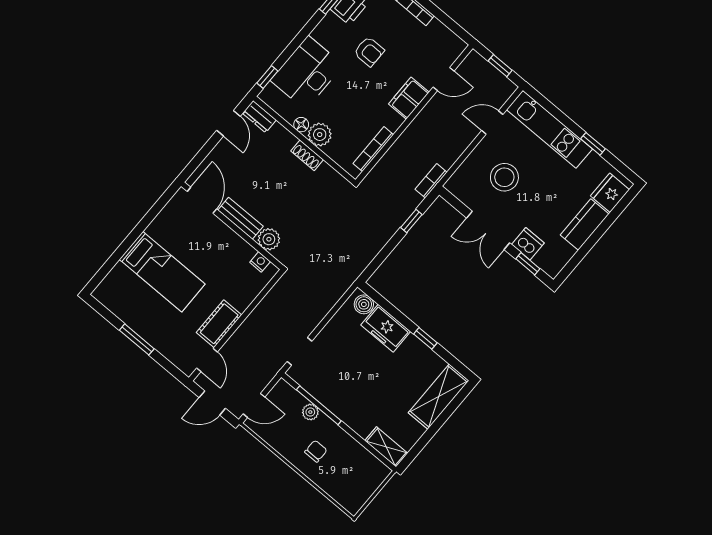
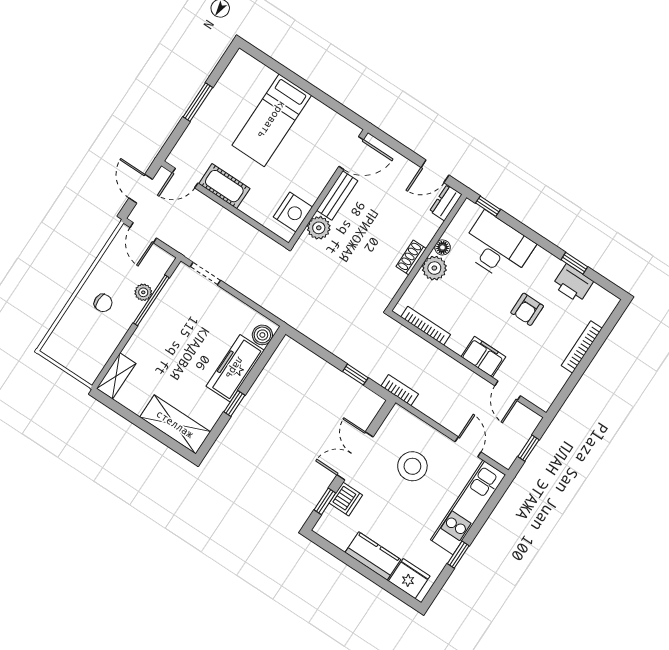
nightstand: (260, 262) -> (293, 212), width x1.89, depth x1.79
freezer: (386, 328) -> (235, 368), width x1.40

